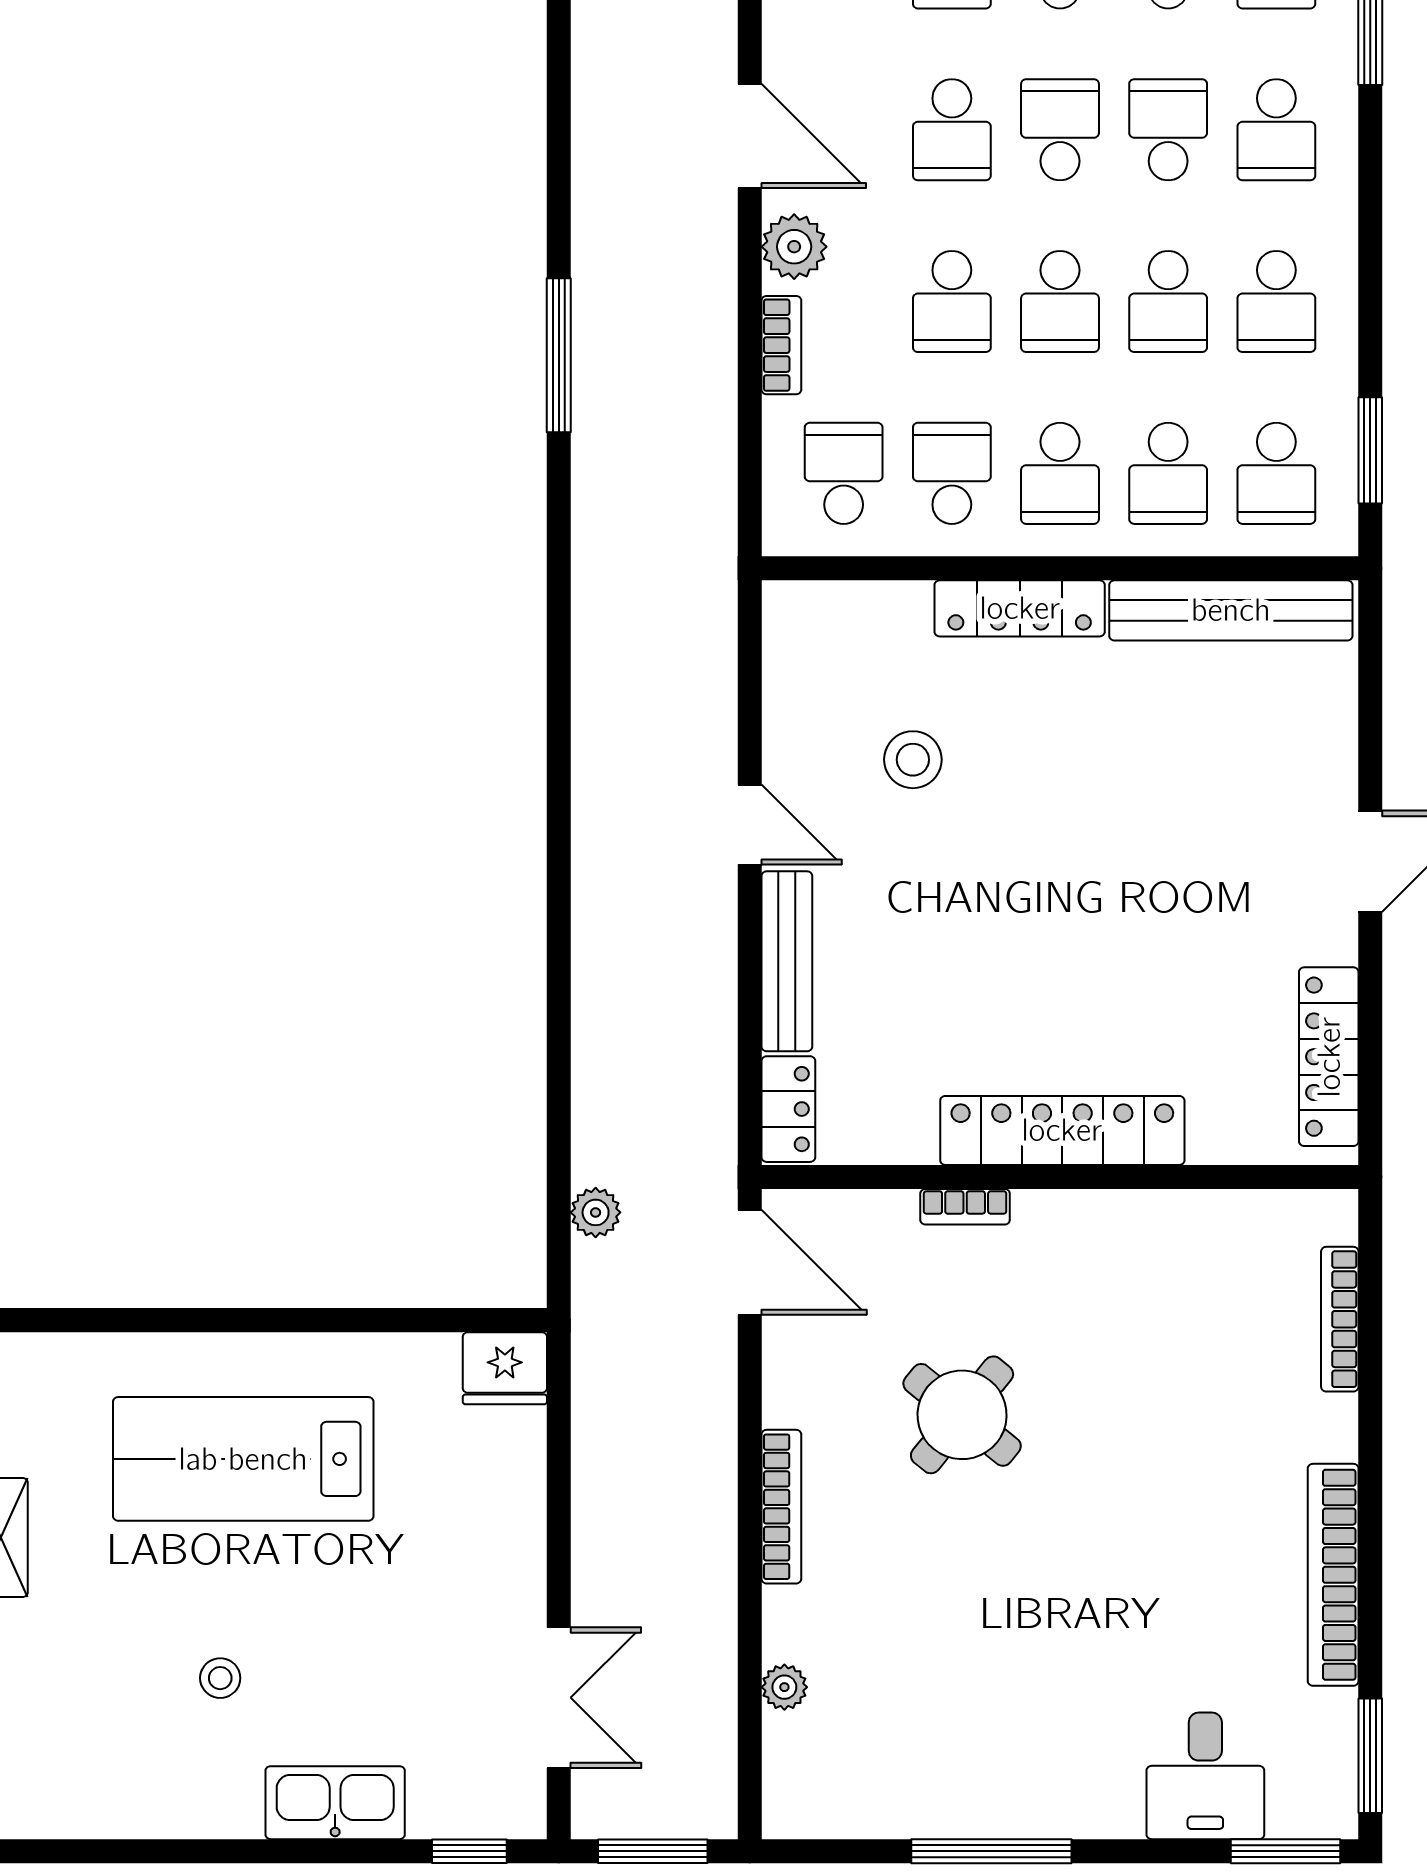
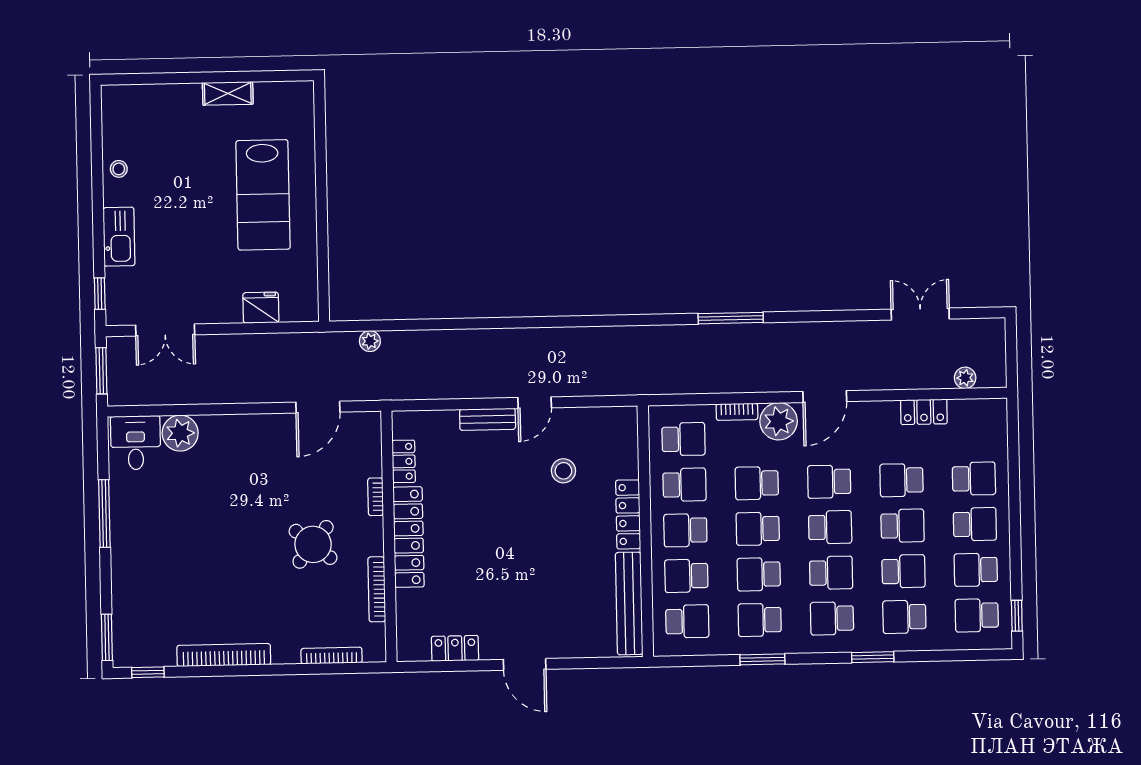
plant: (794, 247) -> (779, 421), width x1.36, depth x1.36
window: (1370, 450) -> (762, 659), moved
school desk: (1276, 473) -> (687, 621), turned 180
bench: (787, 961) -> (488, 419), width x0.73
locker: (1329, 1057) -> (455, 648), width x0.66
locker: (788, 1109) -> (404, 461), moved, turned -90
door: (750, 1262) -> (318, 407), moved
fridge: (505, 1368) -> (261, 308), moved, turned 90
round table: (962, 1415) -> (313, 544), moved
lab bench: (243, 1459) -> (263, 195), turned 180
bookcase: (781, 1507) -> (377, 589), moved, turned 90
stool: (220, 1678) -> (119, 169), moved
plant: (784, 1687) -> (180, 433), width x1.87, depth x1.87
window: (1370, 1756) -> (148, 672), width x0.67
desk: (1205, 1776) -> (136, 443), moved, turned 90

